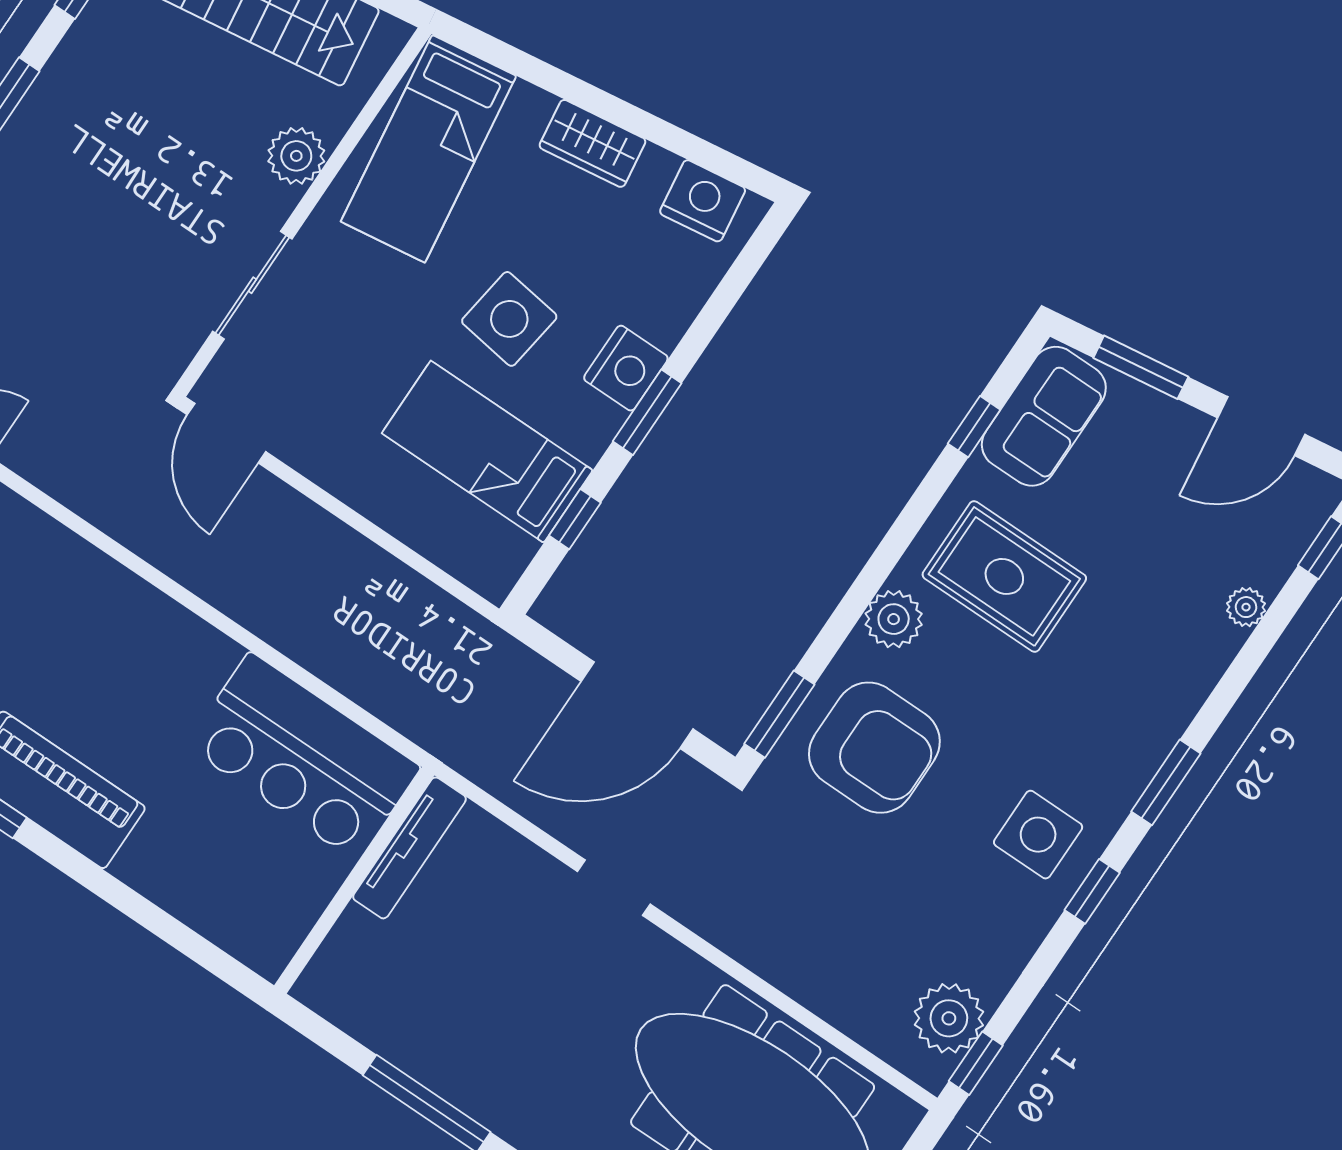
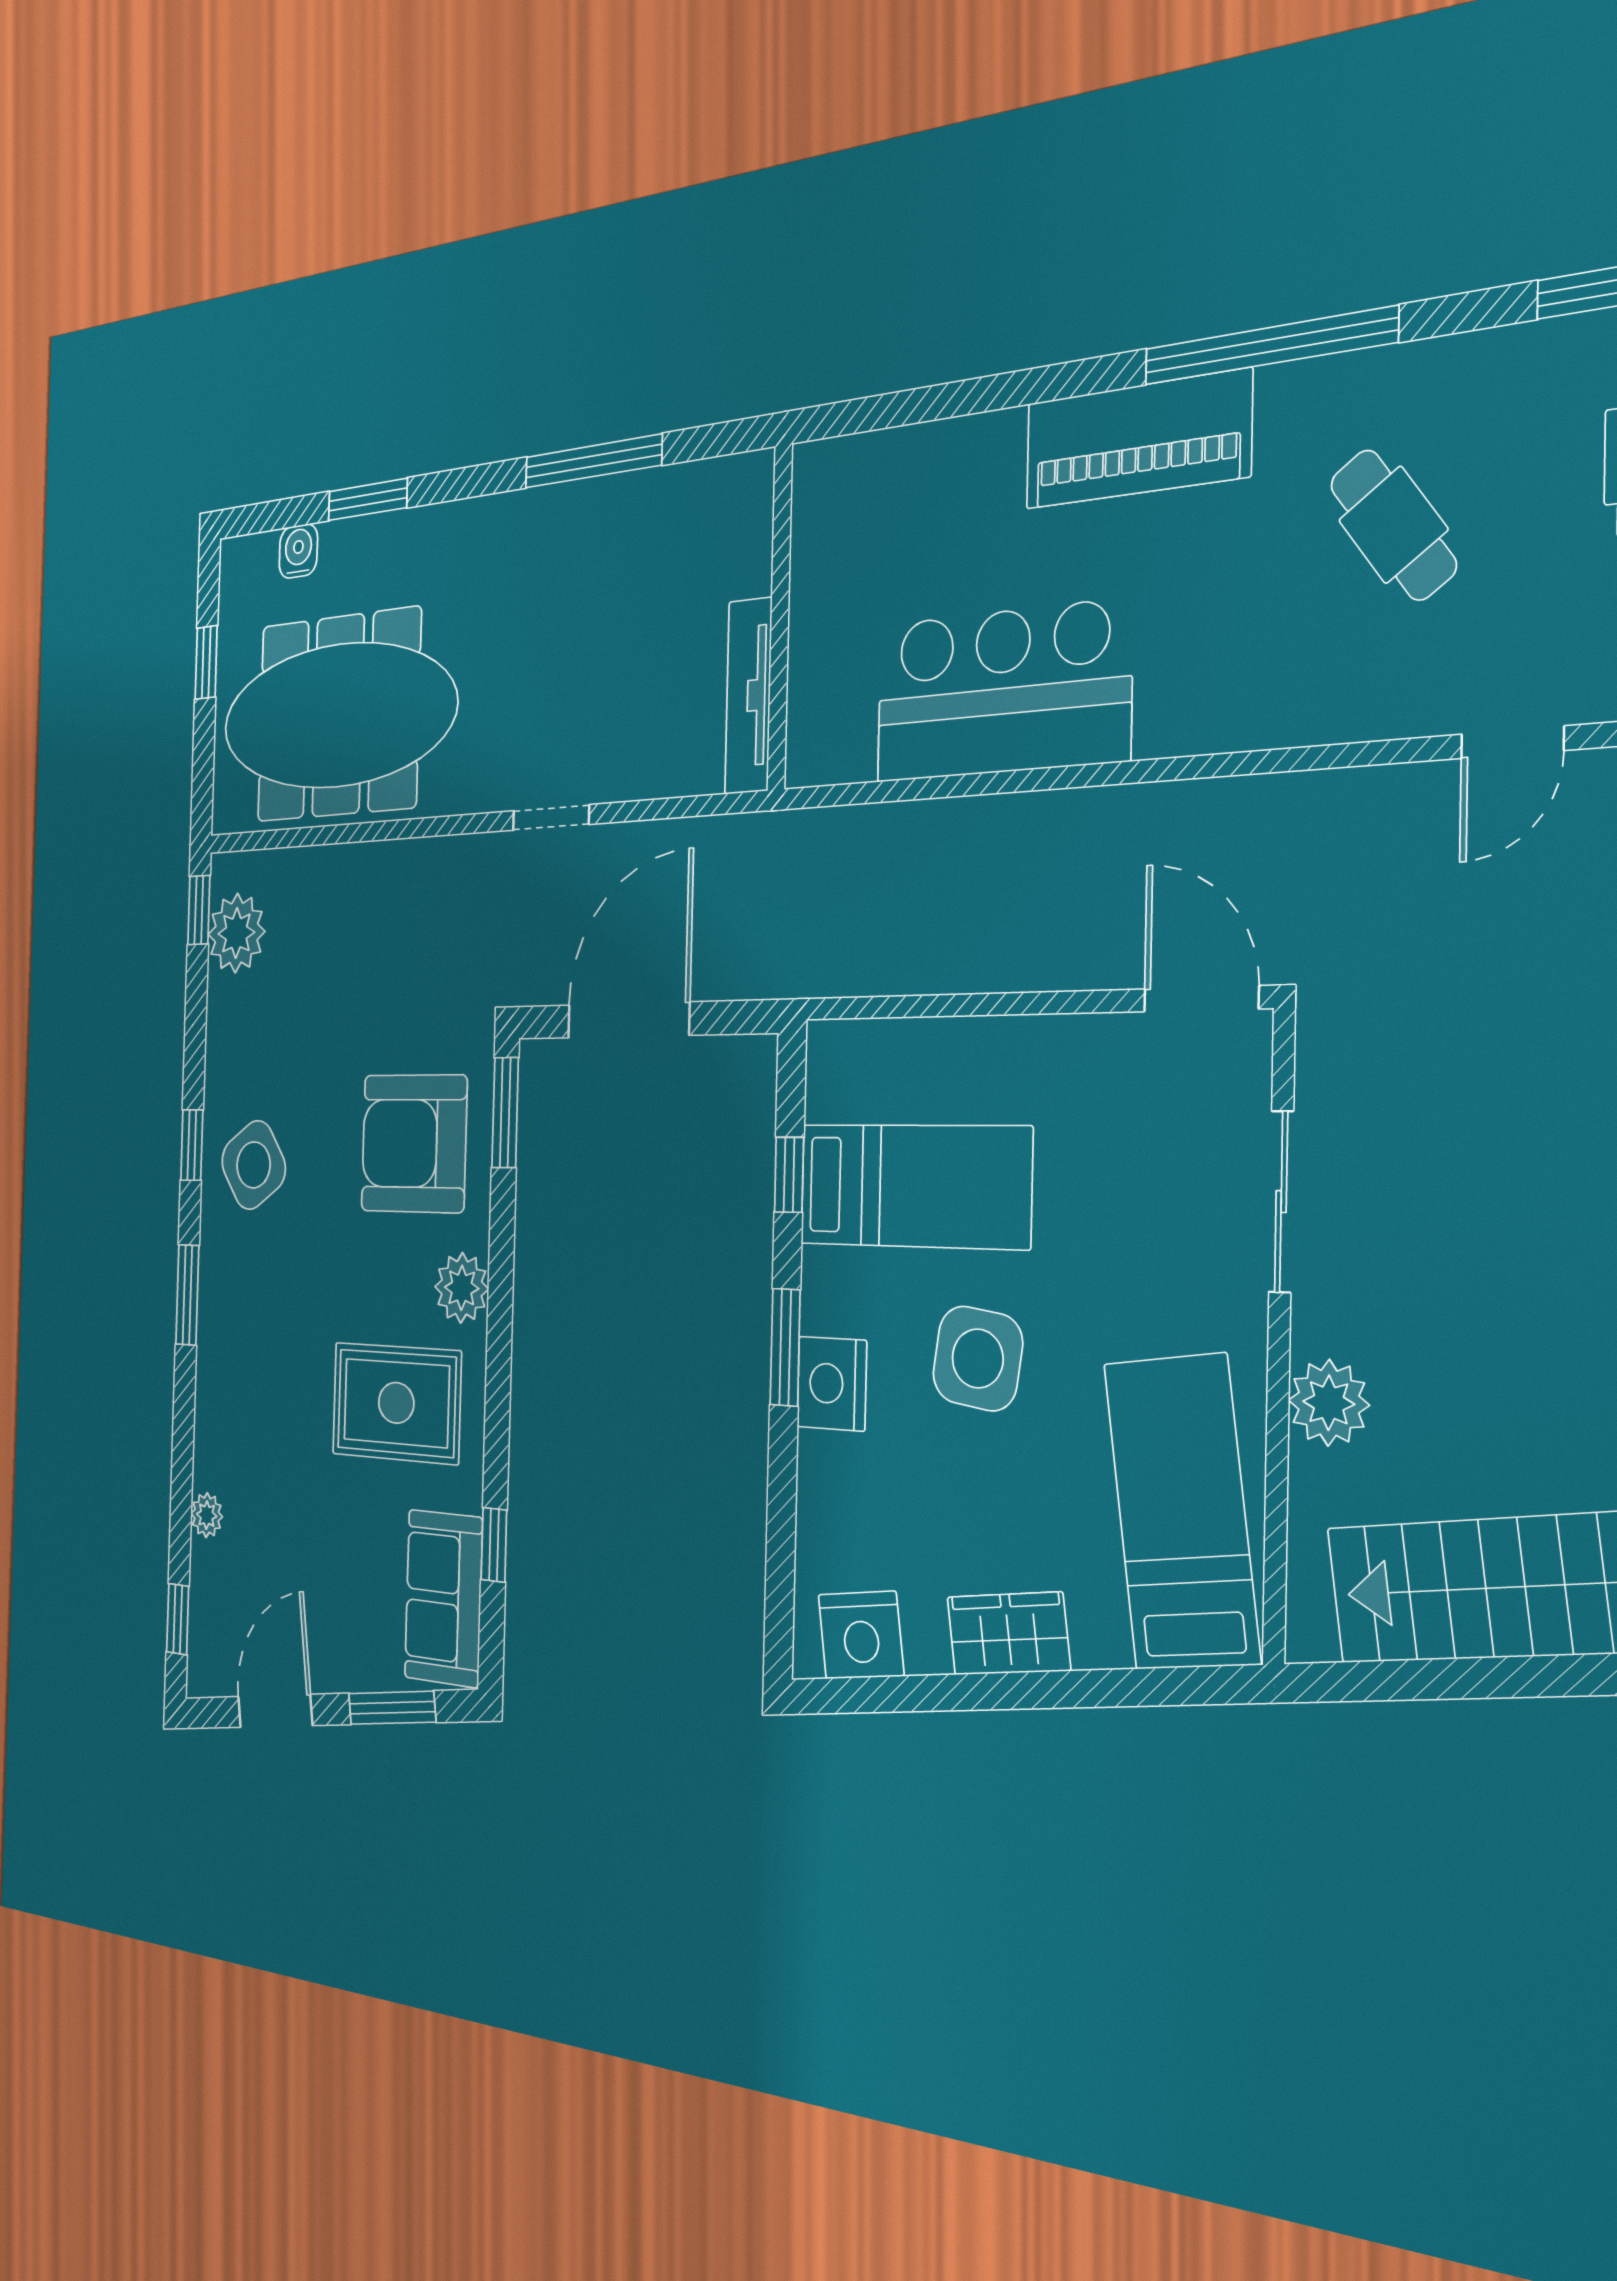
bar counter: (303, 756) -> (1002, 692), moved
side table: (1038, 835) -> (254, 1165), turned -34

